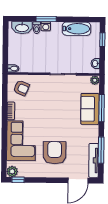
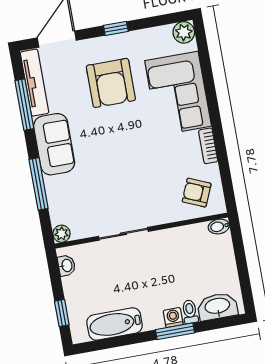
sofa: (90, 109) -> (54, 144), moved
window: (18, 180) -> (116, 28), moved

